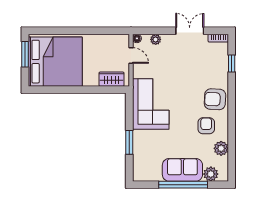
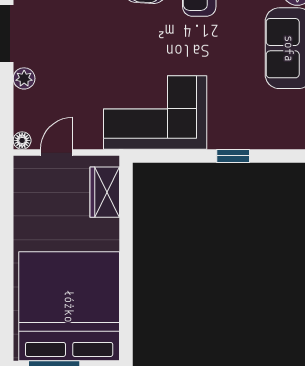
plant: (156, 39) -> (24, 78), moved
window: (129, 142) -> (233, 156), width x0.67

